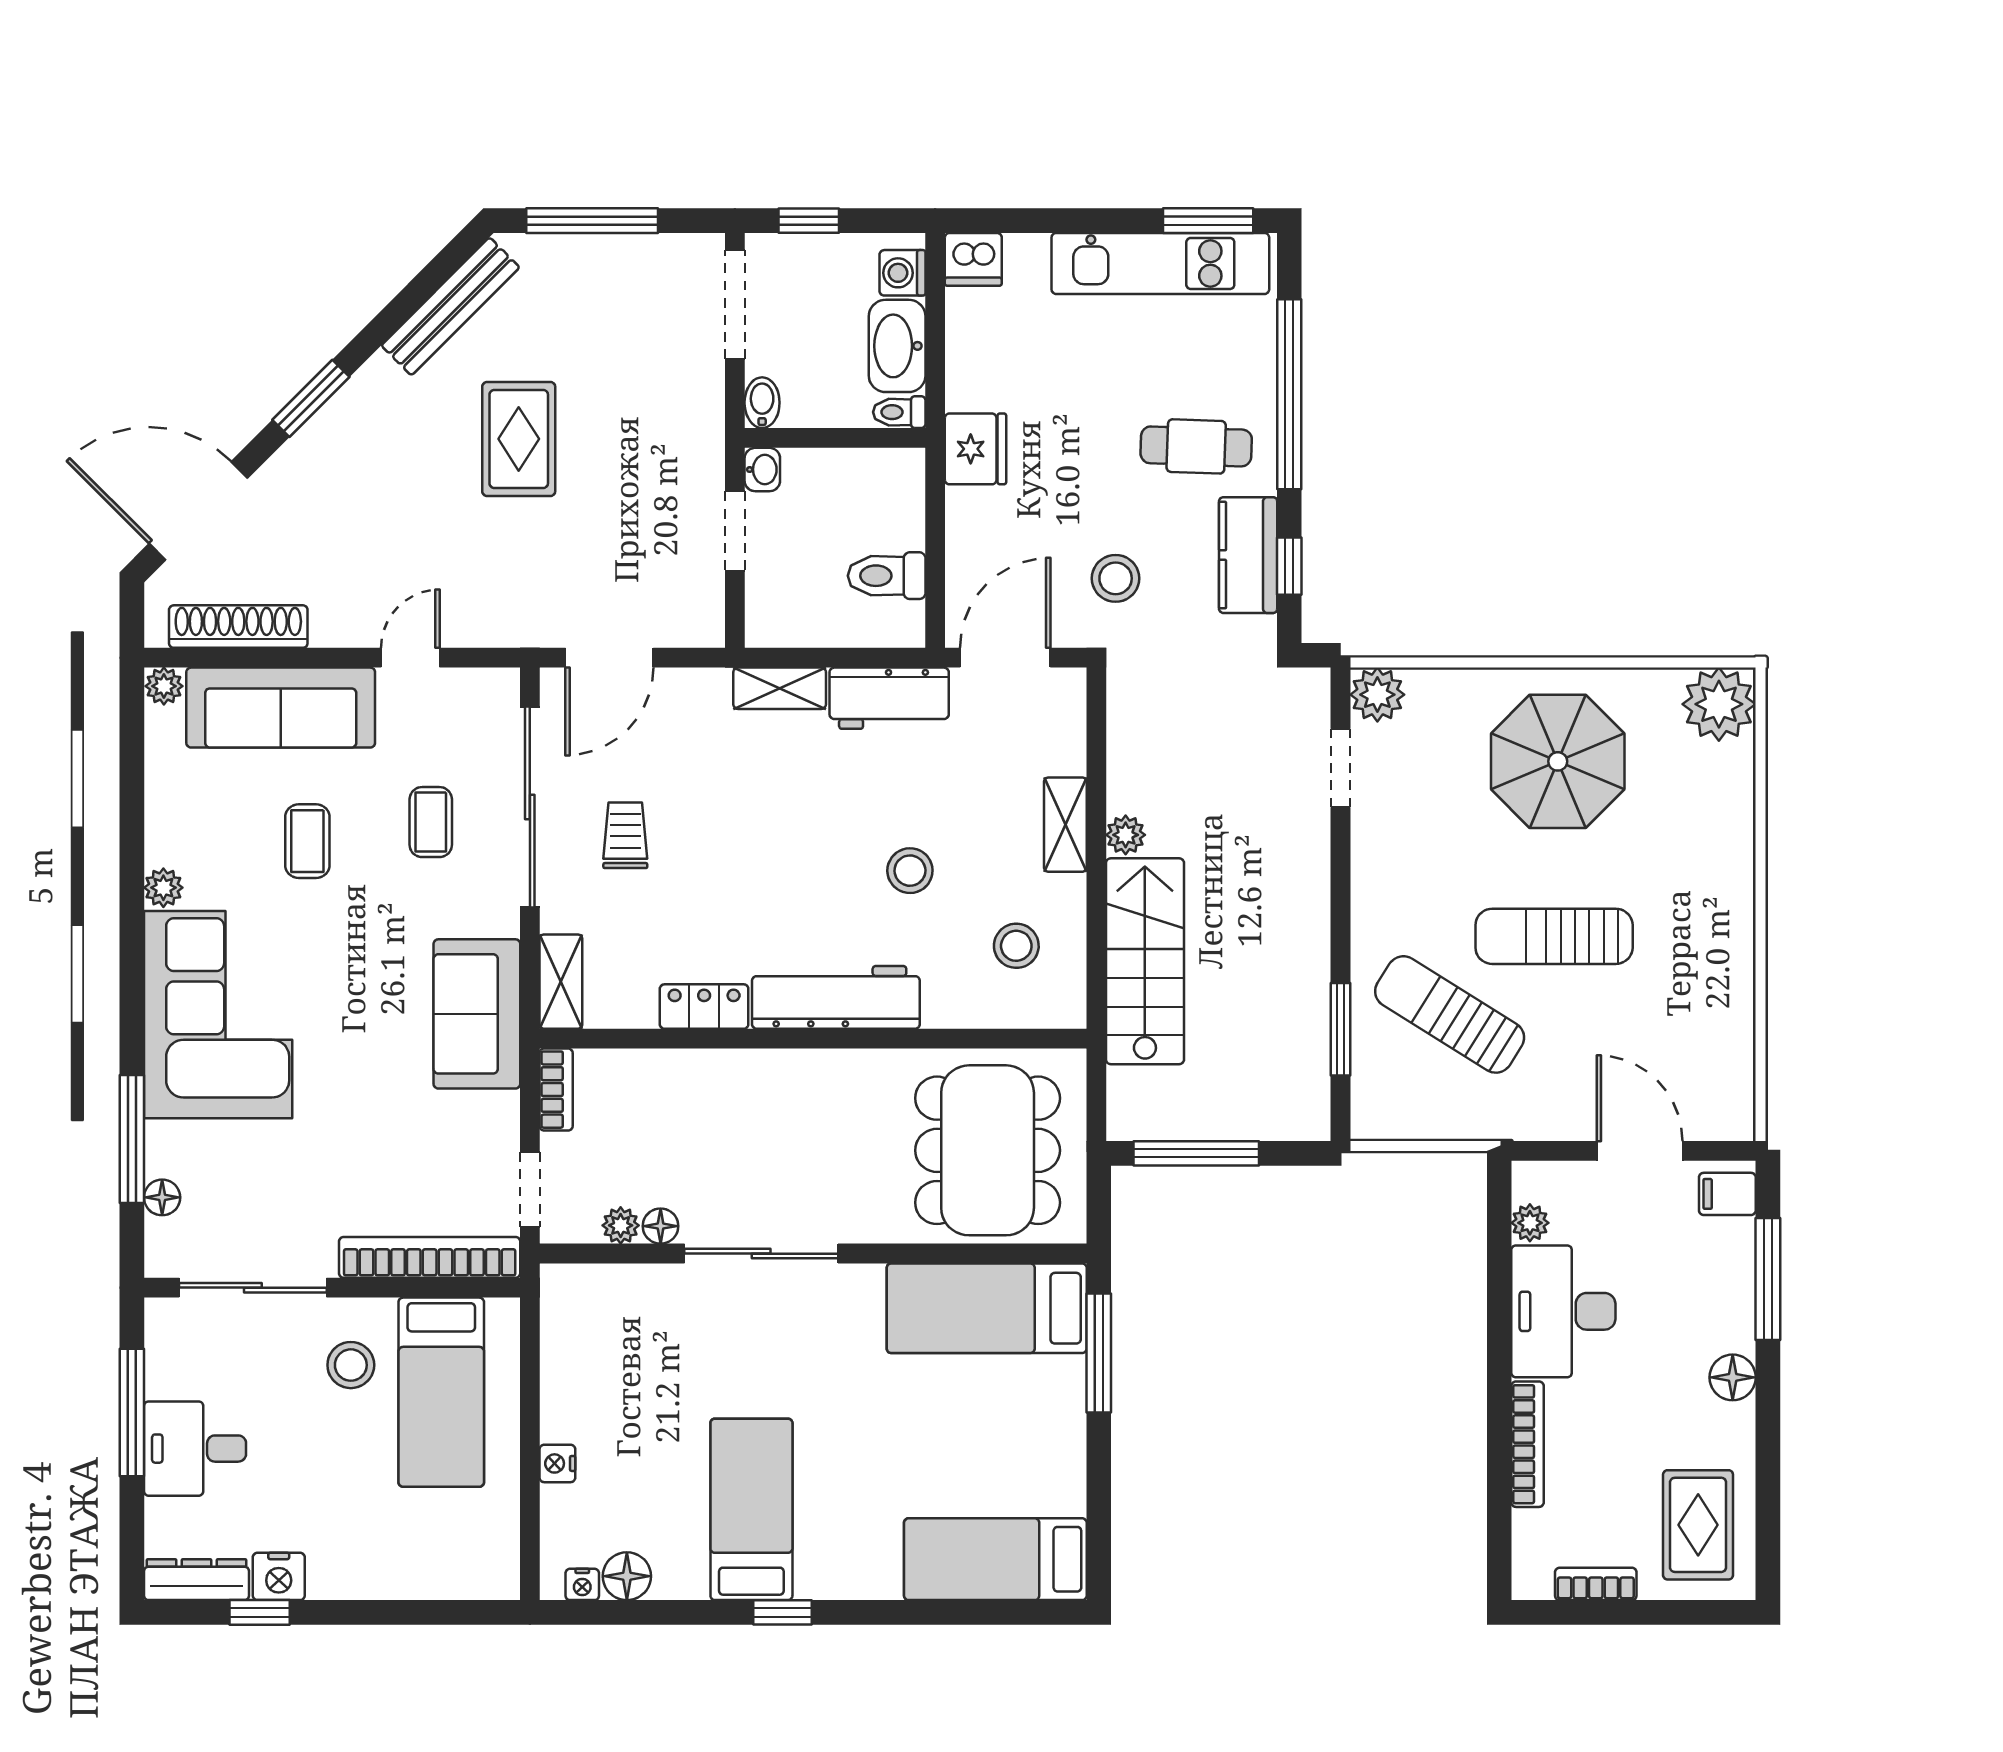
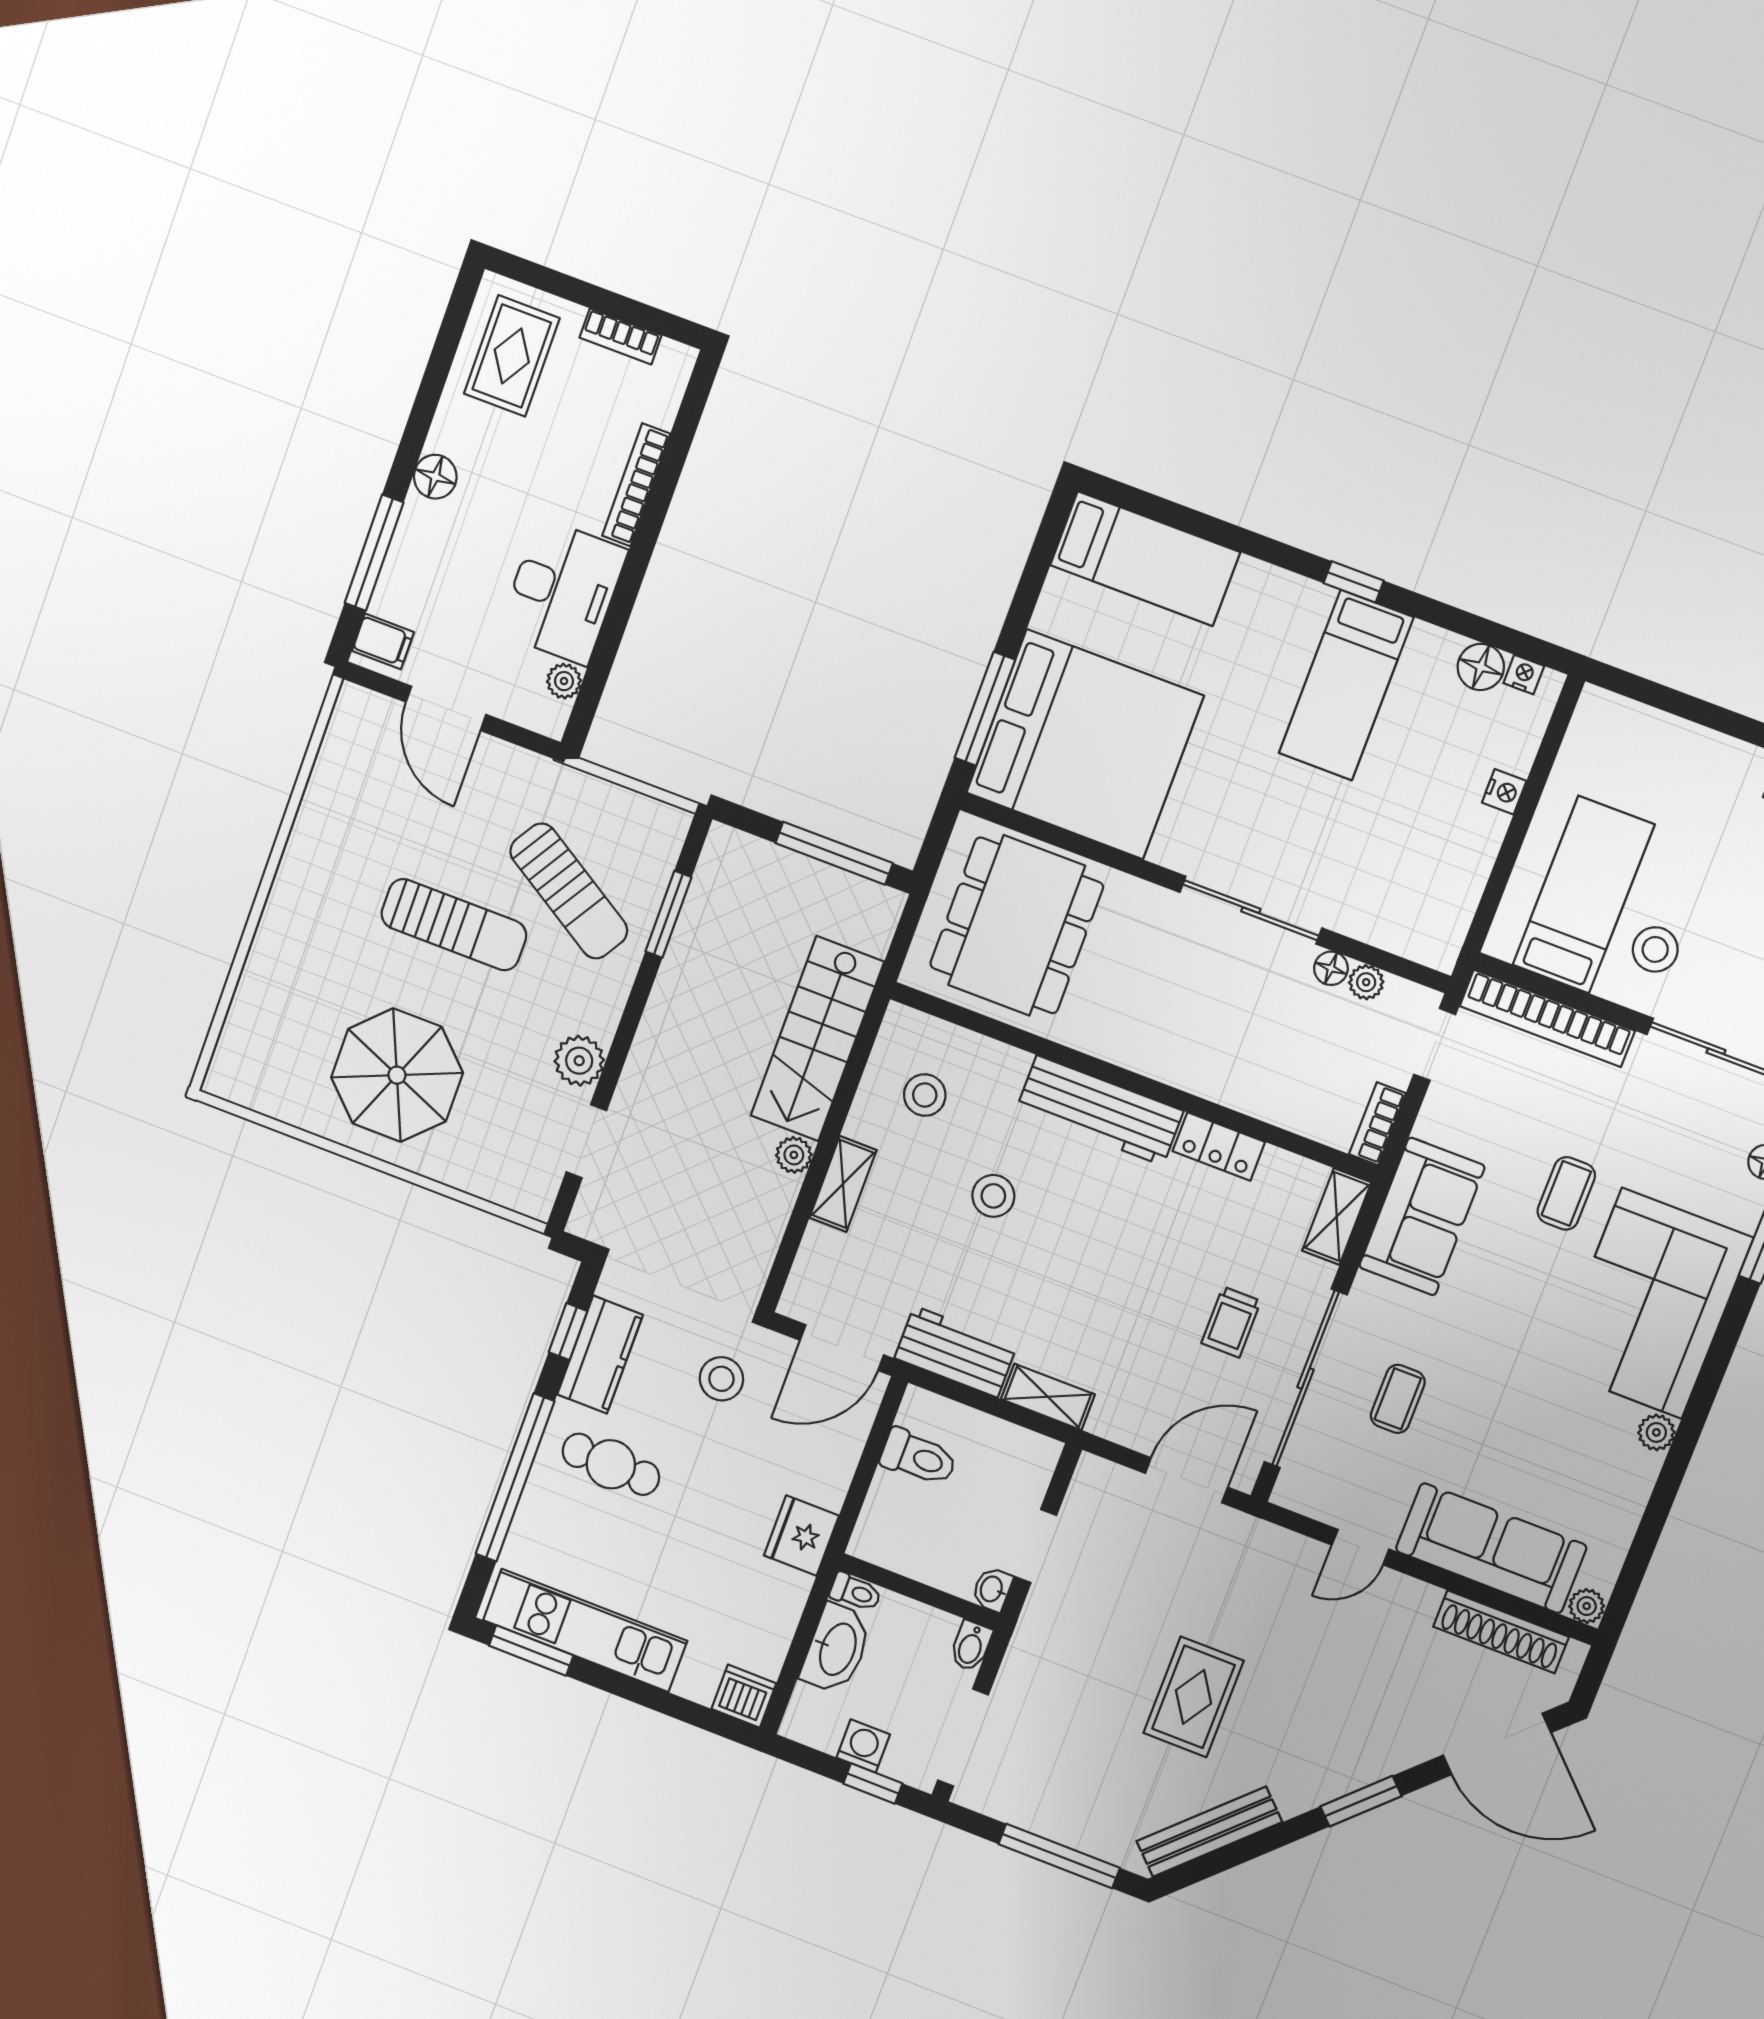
washing machine: (903, 273) -> (863, 1746), moved, turned -90
plant: (1377, 695) -> (579, 1061), moved
plant: (1719, 704) -> (241, 1071), removed
coffee table: (307, 841) -> (1566, 1193), moved
bed: (987, 1308) -> (1085, 744), width x2.04

